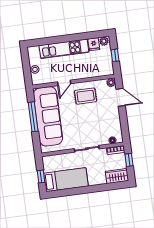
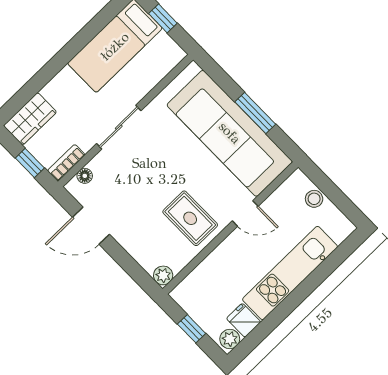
door: (64, 83) -> (245, 213), swing flipped
rug: (86, 96) -> (190, 218), turned 90
door: (121, 97) -> (91, 226), moved
window: (33, 117) -> (255, 113), width x0.69

